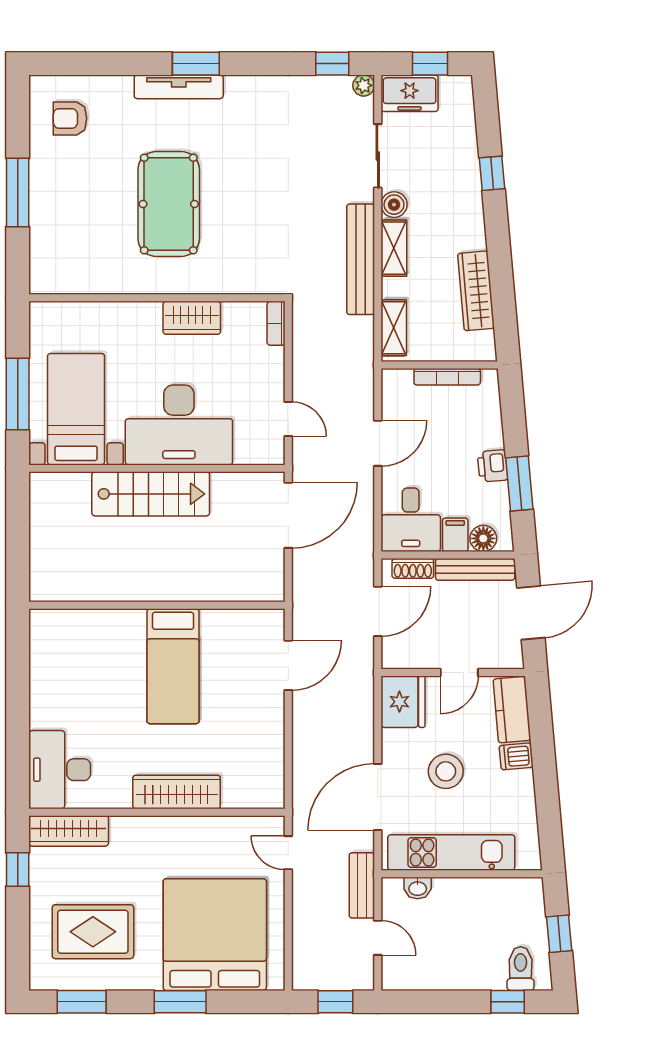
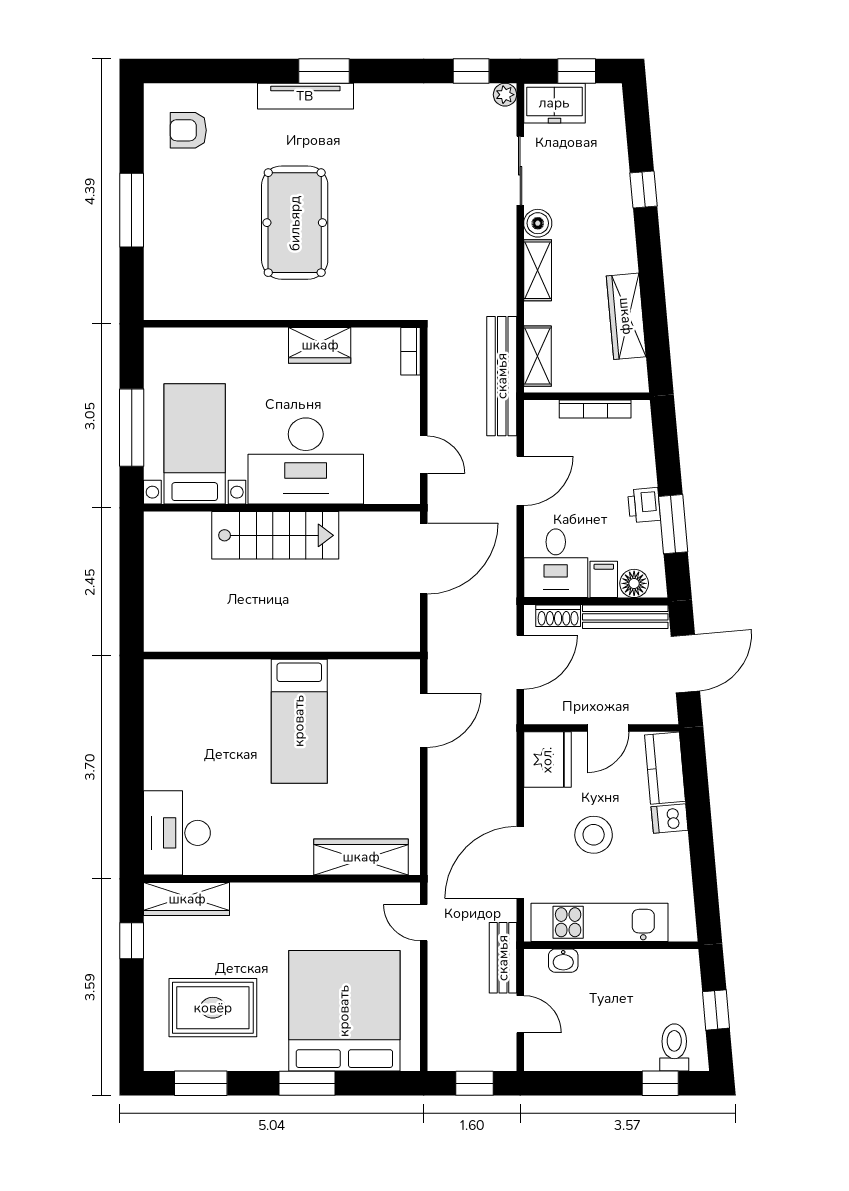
bench: (361, 259) -> (502, 376), moved
wardrobe: (177, 792) -> (361, 857), moved

